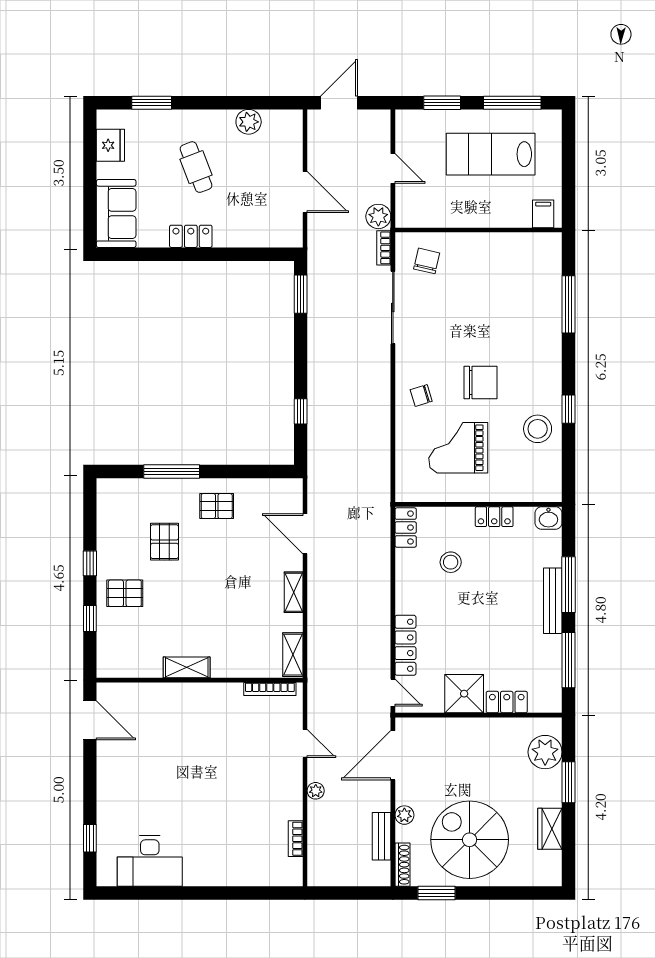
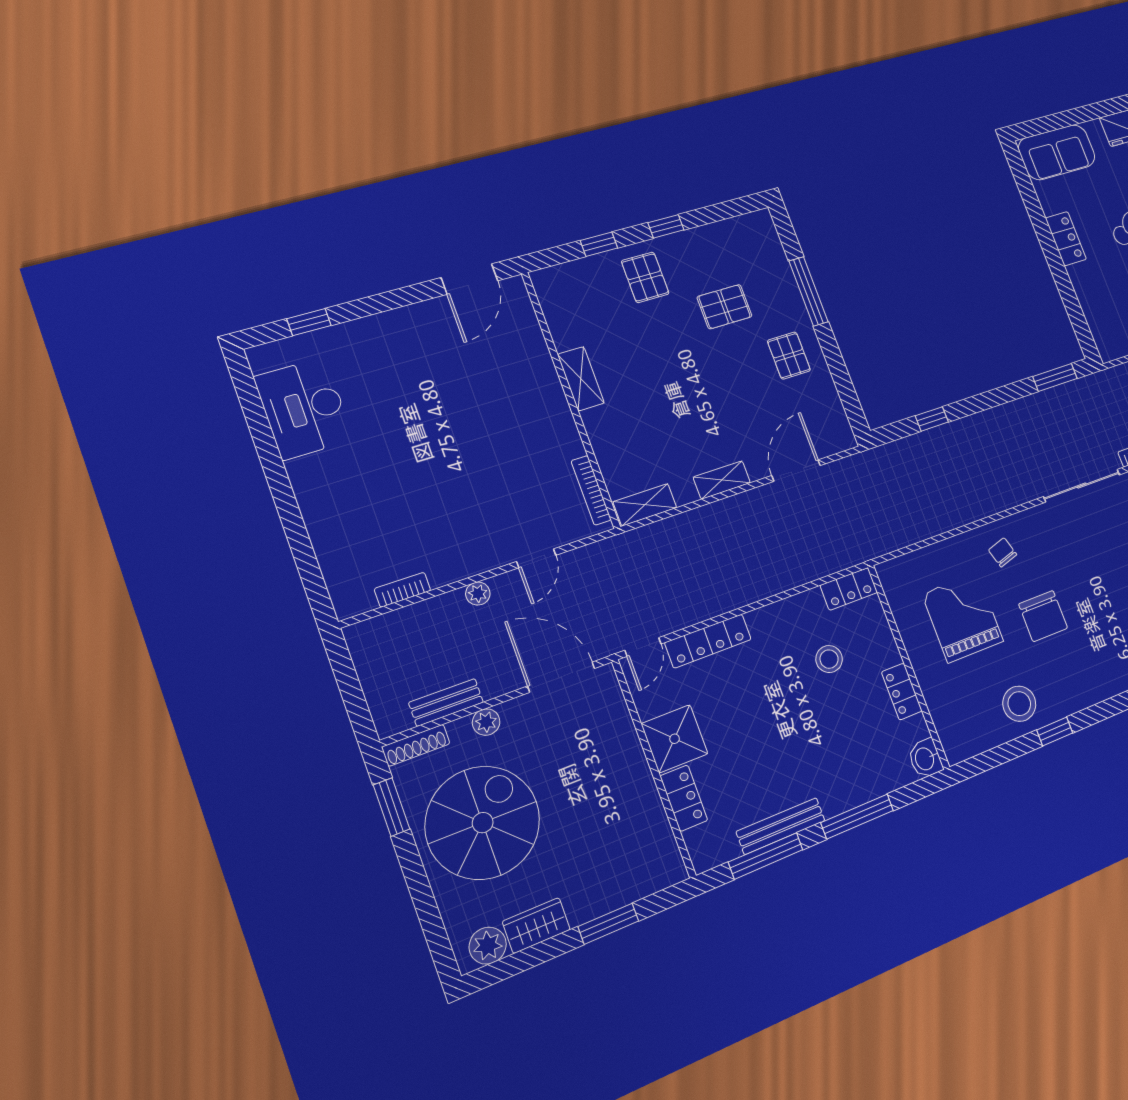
bench: (553, 601) -> (781, 826), moved
plant: (545, 752) -> (488, 946), moved, width x0.73, depth x0.73

